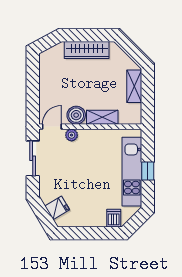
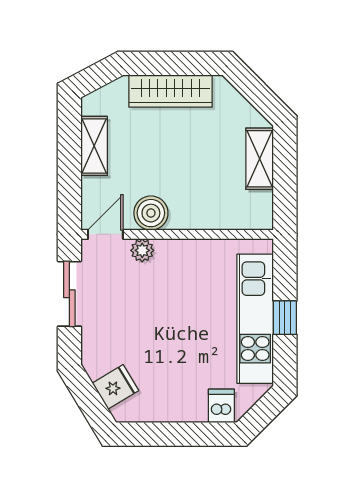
shelving: (102, 117) -> (94, 146), moved, turned 90

